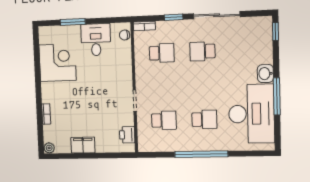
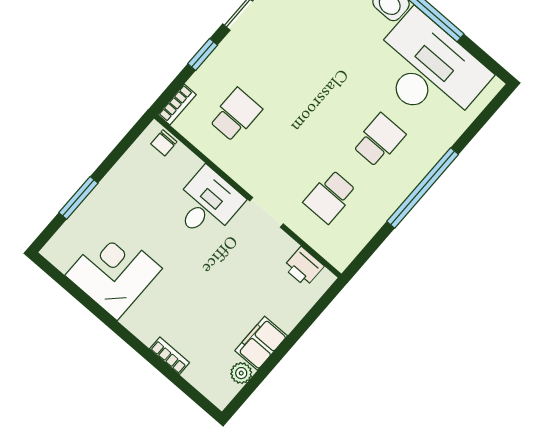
desk: (96, 40) -> (207, 204), moved, turned 90
school desk: (202, 51) -> (284, 58), removed
school desk: (164, 120) -> (330, 197), turned 180
plant: (49, 148) -> (241, 373), moved

